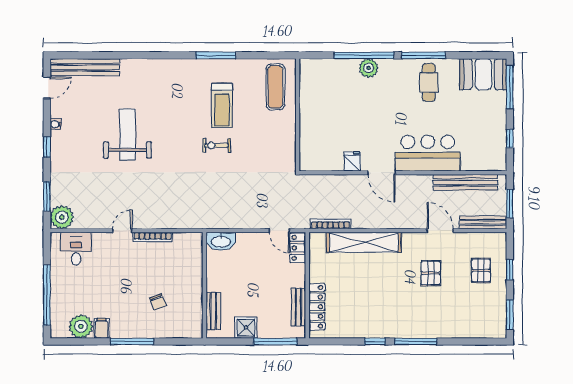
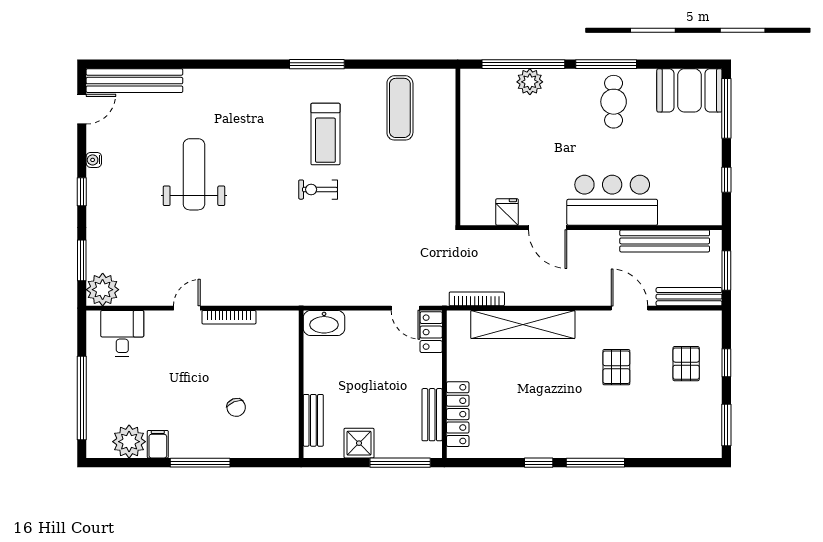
wall: (298, 115) -> (458, 147), moved

